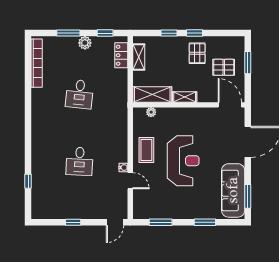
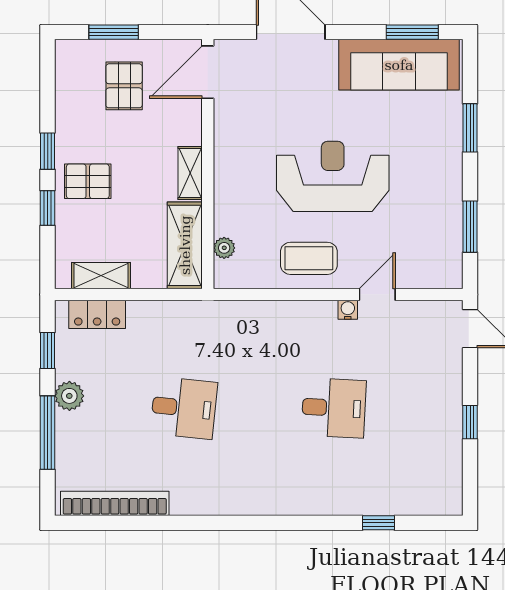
window: (68, 33) -> (48, 433), width x1.44
pallet: (197, 53) -> (88, 181), moved

